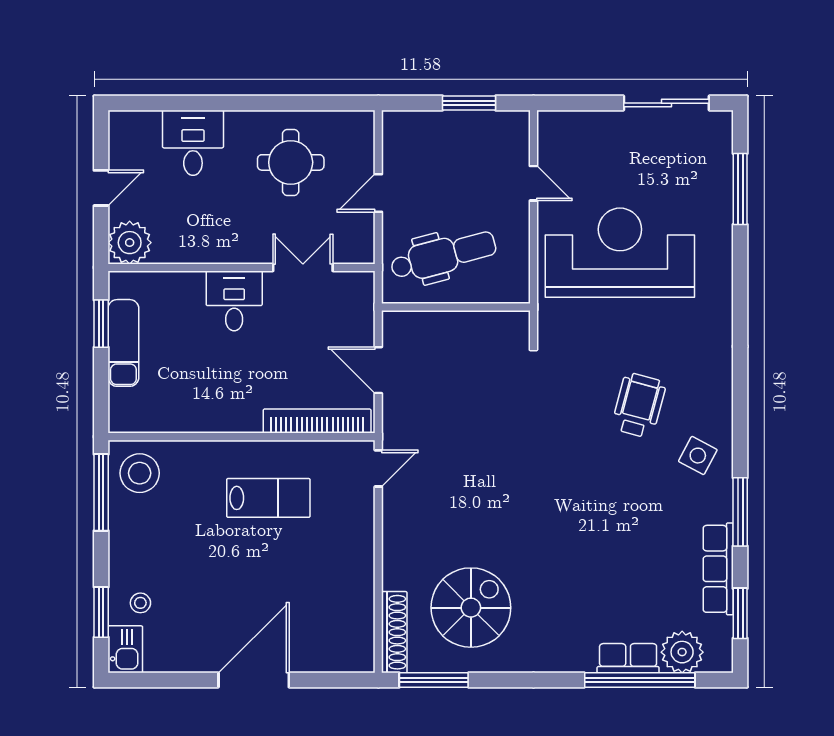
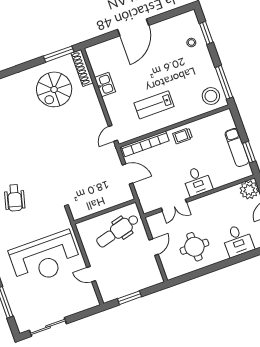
trolley: (231, 410) -> (183, 136), added
kitchen sink: (125, 649) -> (105, 85), moved, turned 180

